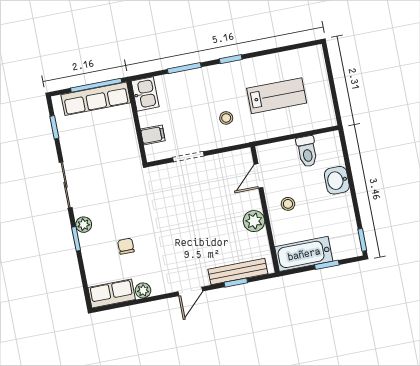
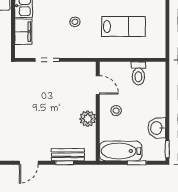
stool: (226, 118) -> (75, 22), moved
filing cabinet: (153, 135) -> (23, 32), width x2.00
door: (258, 176) -> (98, 85), swing flipped
washbasin: (337, 180) -> (157, 128), moved
bench: (238, 272) -> (68, 155), width x0.73

